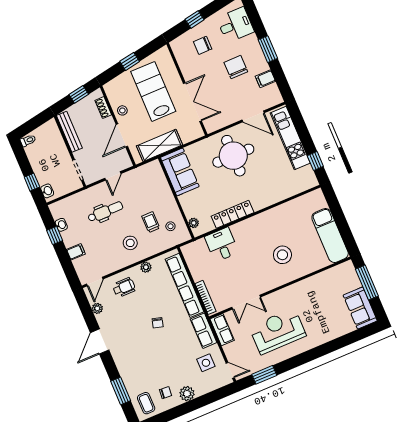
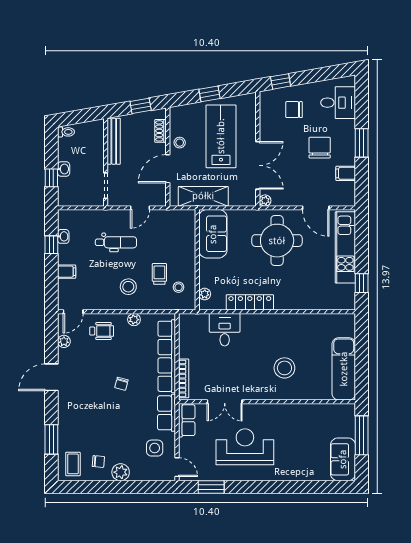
window: (195, 20) -> (281, 81), moved
plant: (210, 128) -> (265, 201), added
washbasin: (47, 191) -> (64, 169), moved

